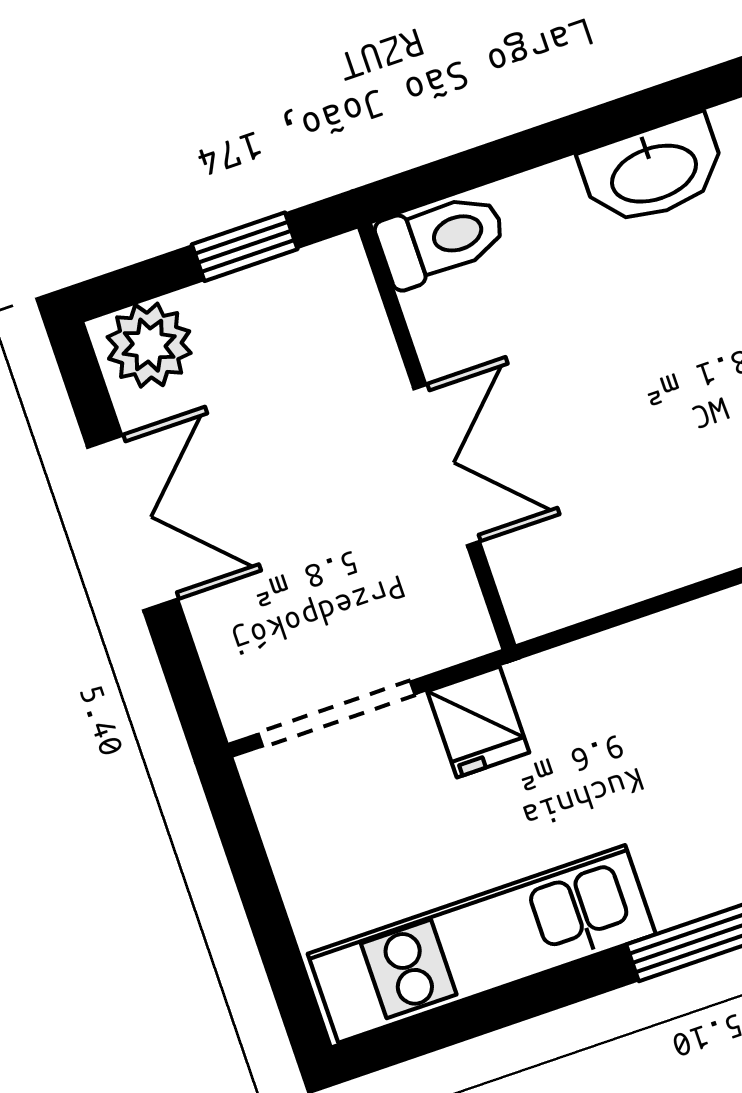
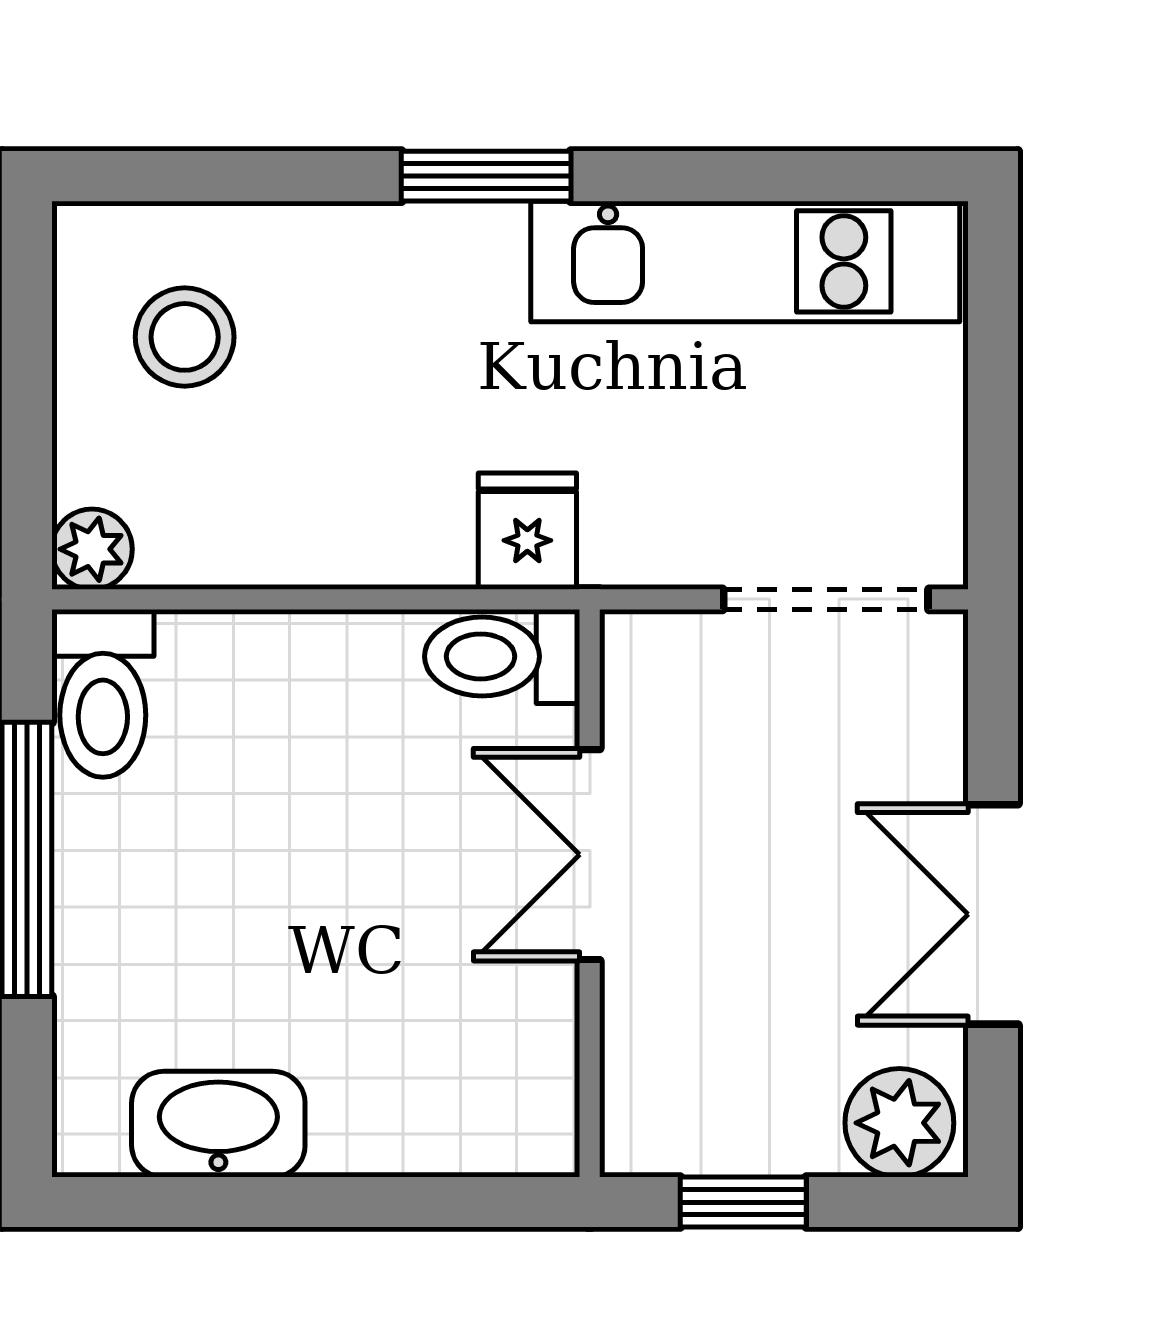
toilet: (442, 239) -> (502, 656), moved
fridge: (478, 722) -> (527, 531), moved

